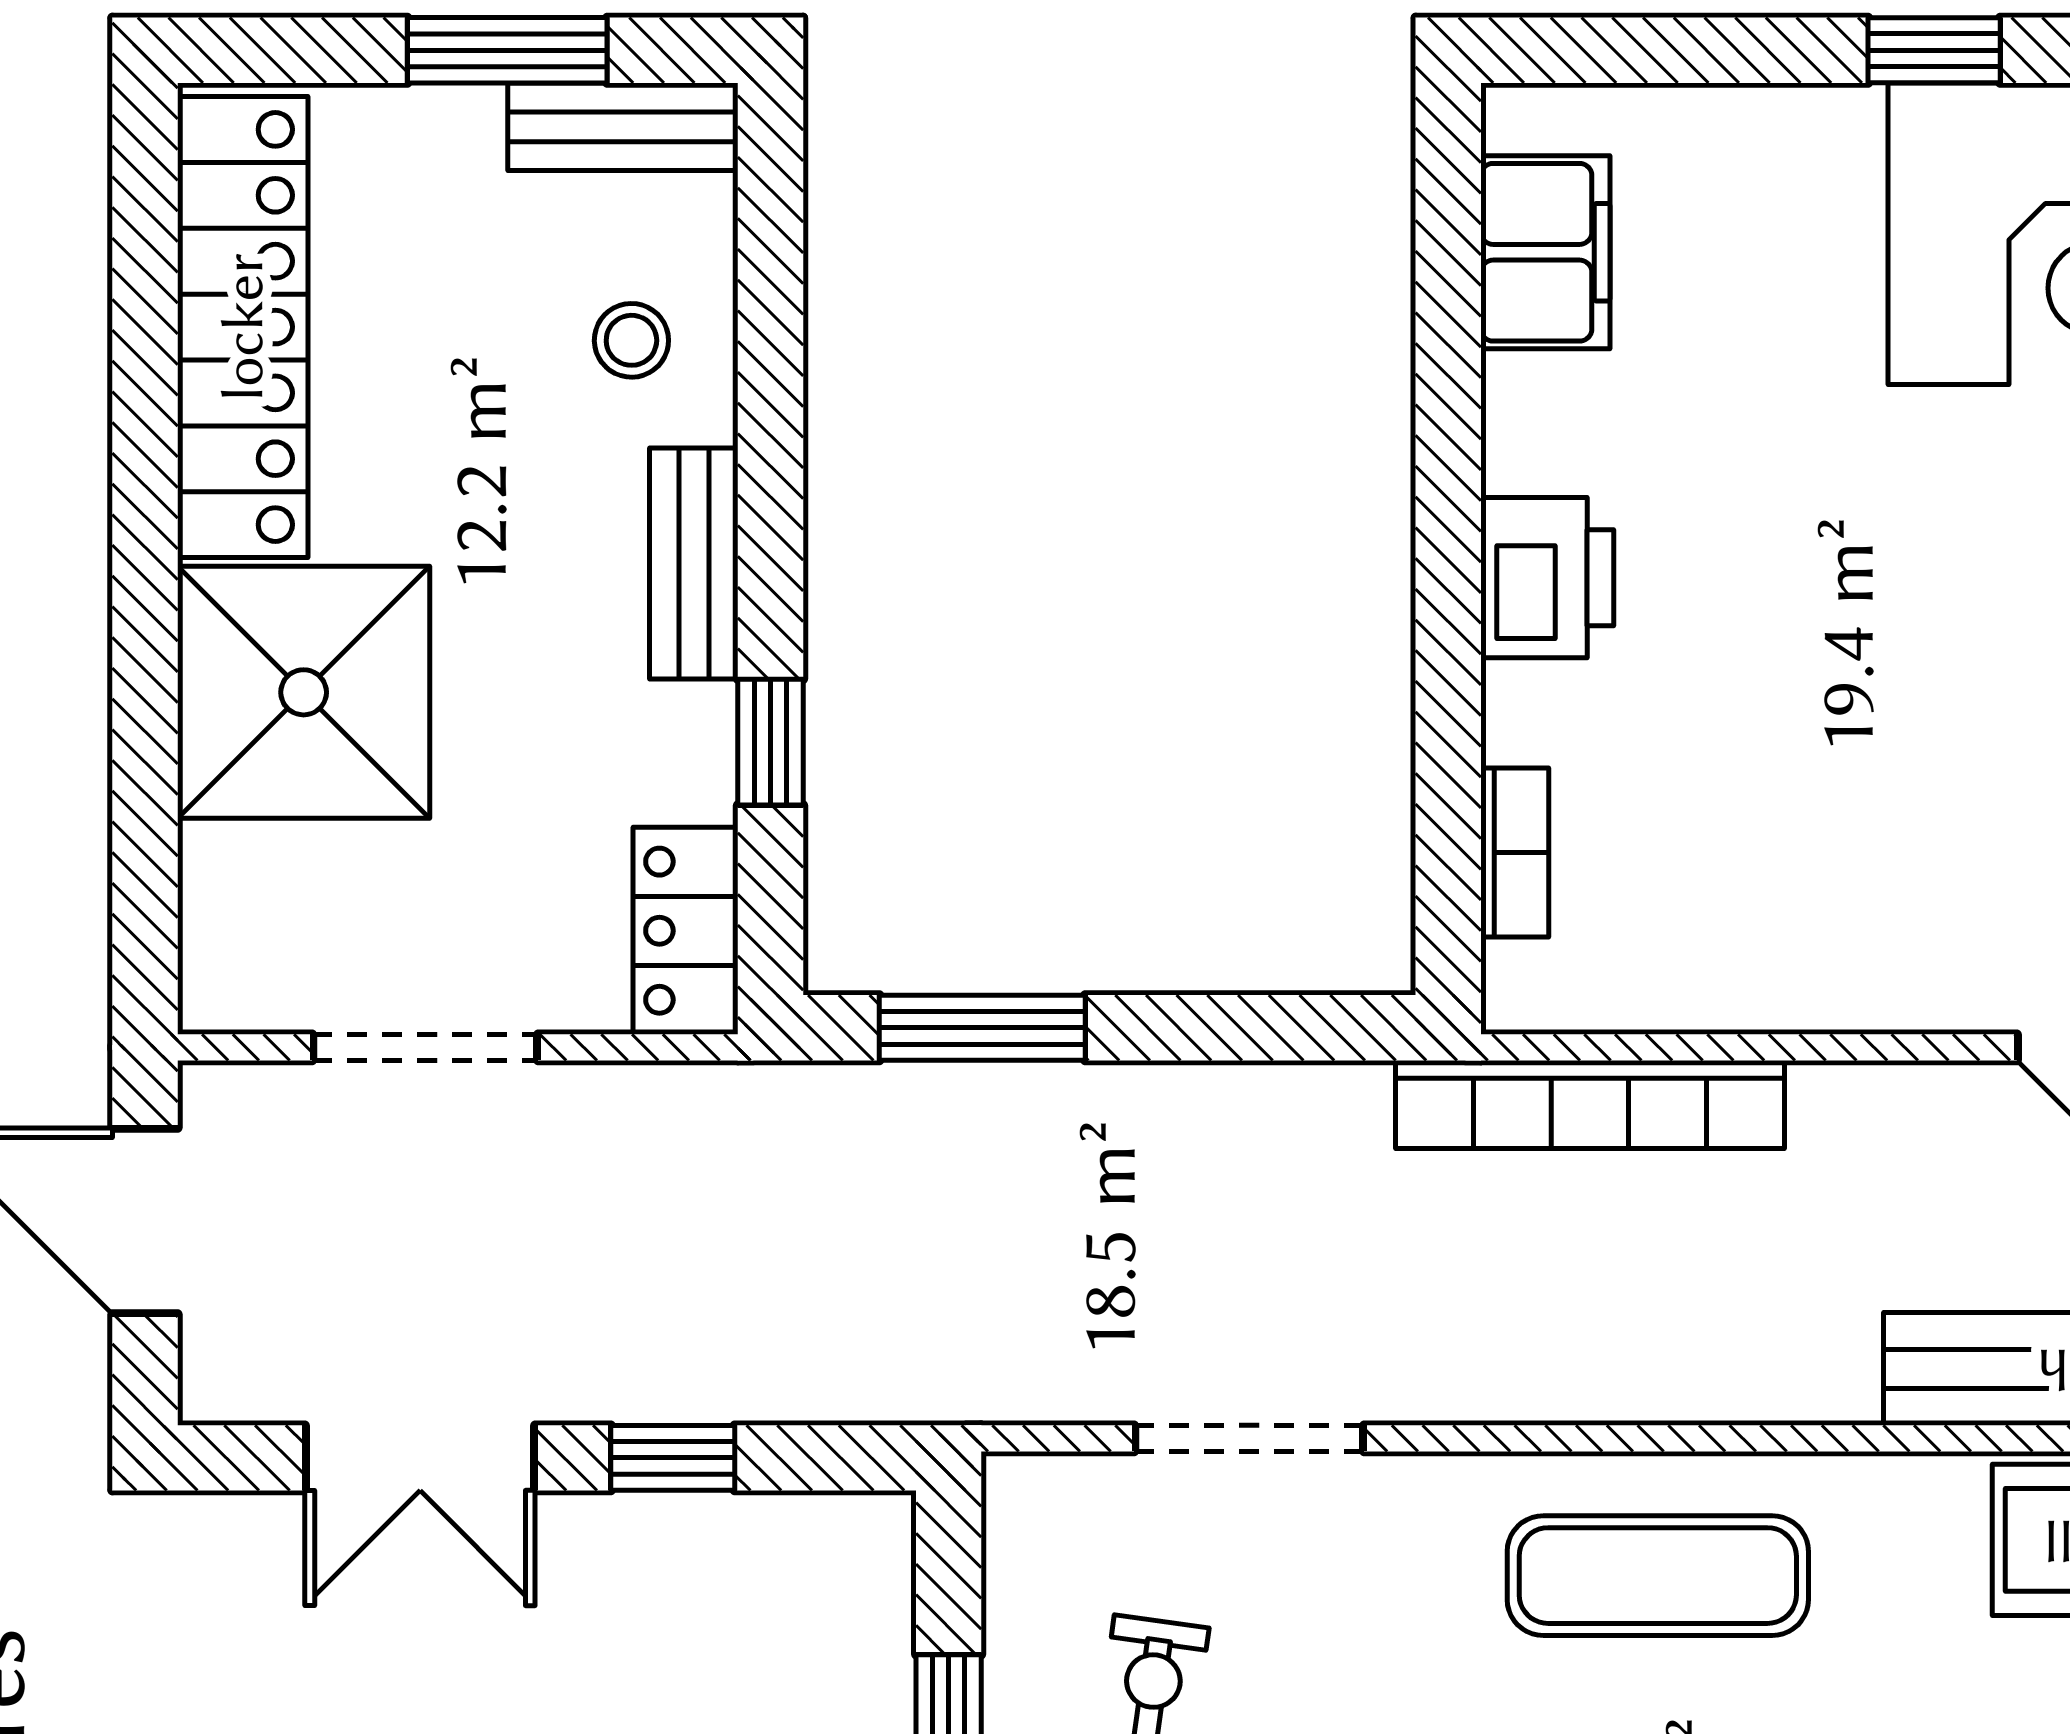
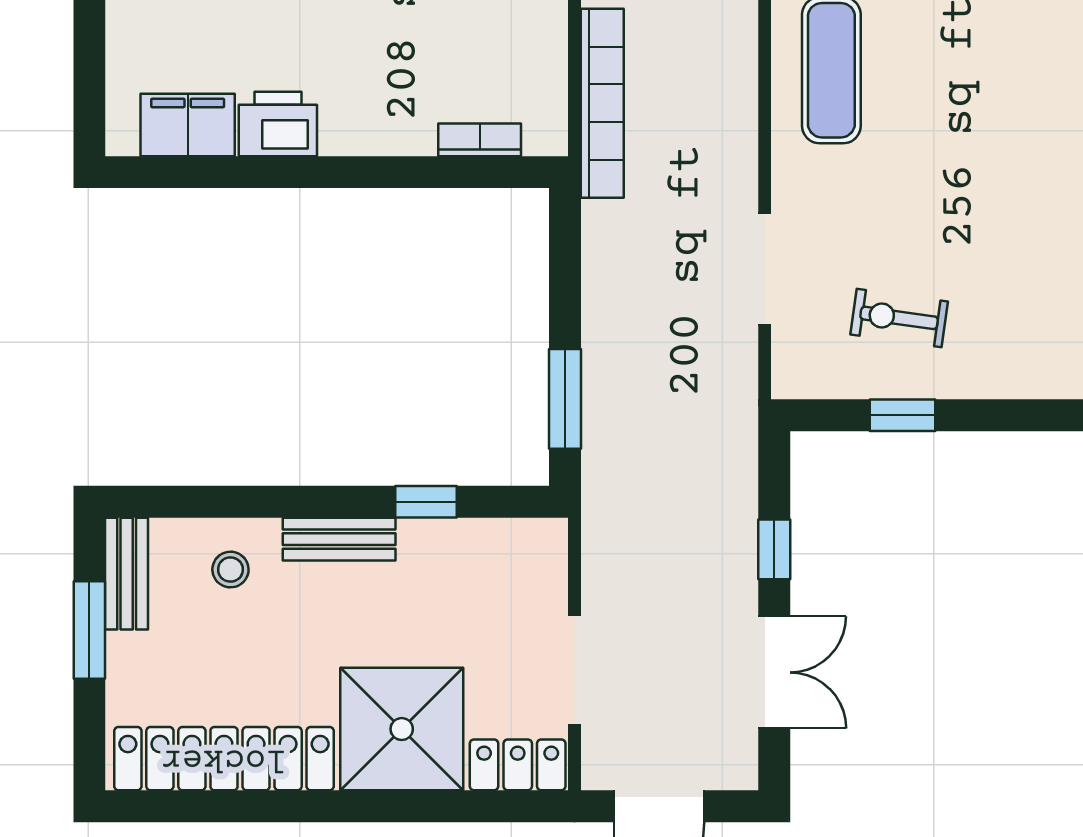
printer: (1547, 578) -> (278, 124), moved
locker: (686, 931) -> (518, 765), moved, turned 180

